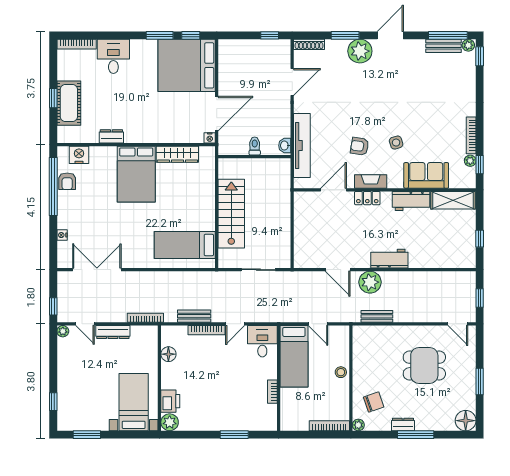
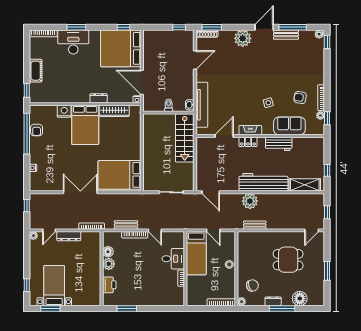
window: (160, 35) -> (76, 27), moved
window: (345, 35) -> (212, 27), moved
window: (448, 35) -> (293, 27), moved
bench: (443, 46) -> (286, 35), moved
desk: (113, 56) -> (73, 42), width x1.37
window: (53, 98) -> (27, 90), moved
cot: (69, 103) -> (36, 71), width x0.73, depth x0.75
door: (217, 114) -> (142, 82), swing flipped
dresser: (111, 136) -> (99, 98), moved
armchair: (360, 146) -> (300, 98), moved
nightstand: (79, 155) -> (64, 111), moved
shelving: (453, 200) -> (305, 185), moved
stairs: (231, 214) -> (185, 138), moved, turned 180
bed: (185, 245) -> (119, 175), width x1.50
workbench: (389, 259) -> (263, 182), width x1.88, depth x1.32
double door: (97, 270) -> (80, 192), moved
door: (338, 270) -> (211, 192), moved
window: (53, 306) -> (27, 206), moved
door: (85, 324) -> (49, 230), hinge flipped
door: (235, 324) -> (155, 230), hinge flipped
door: (458, 324) -> (312, 230), hinge flipped
desk: (262, 341) -> (173, 259), moved, turned 90
bed with nightstands: (134, 402) -> (54, 286), moved
floor lamp: (466, 421) -> (300, 299), moved
plant: (170, 422) -> (109, 264), moved
window: (234, 435) -> (127, 308), moved

